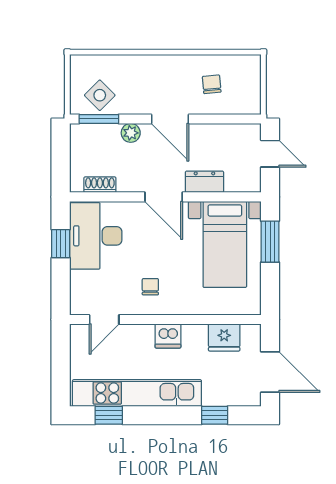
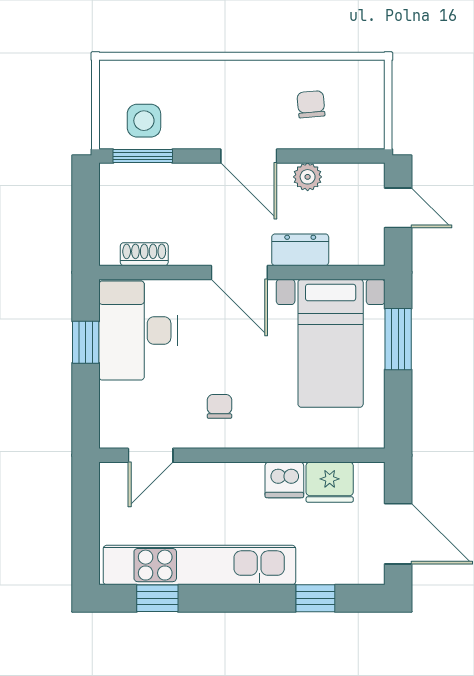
side table: (100, 95) -> (144, 121), turned 45
plant: (131, 133) -> (308, 177), moved
dishwasher: (168, 336) -> (284, 480), moved

